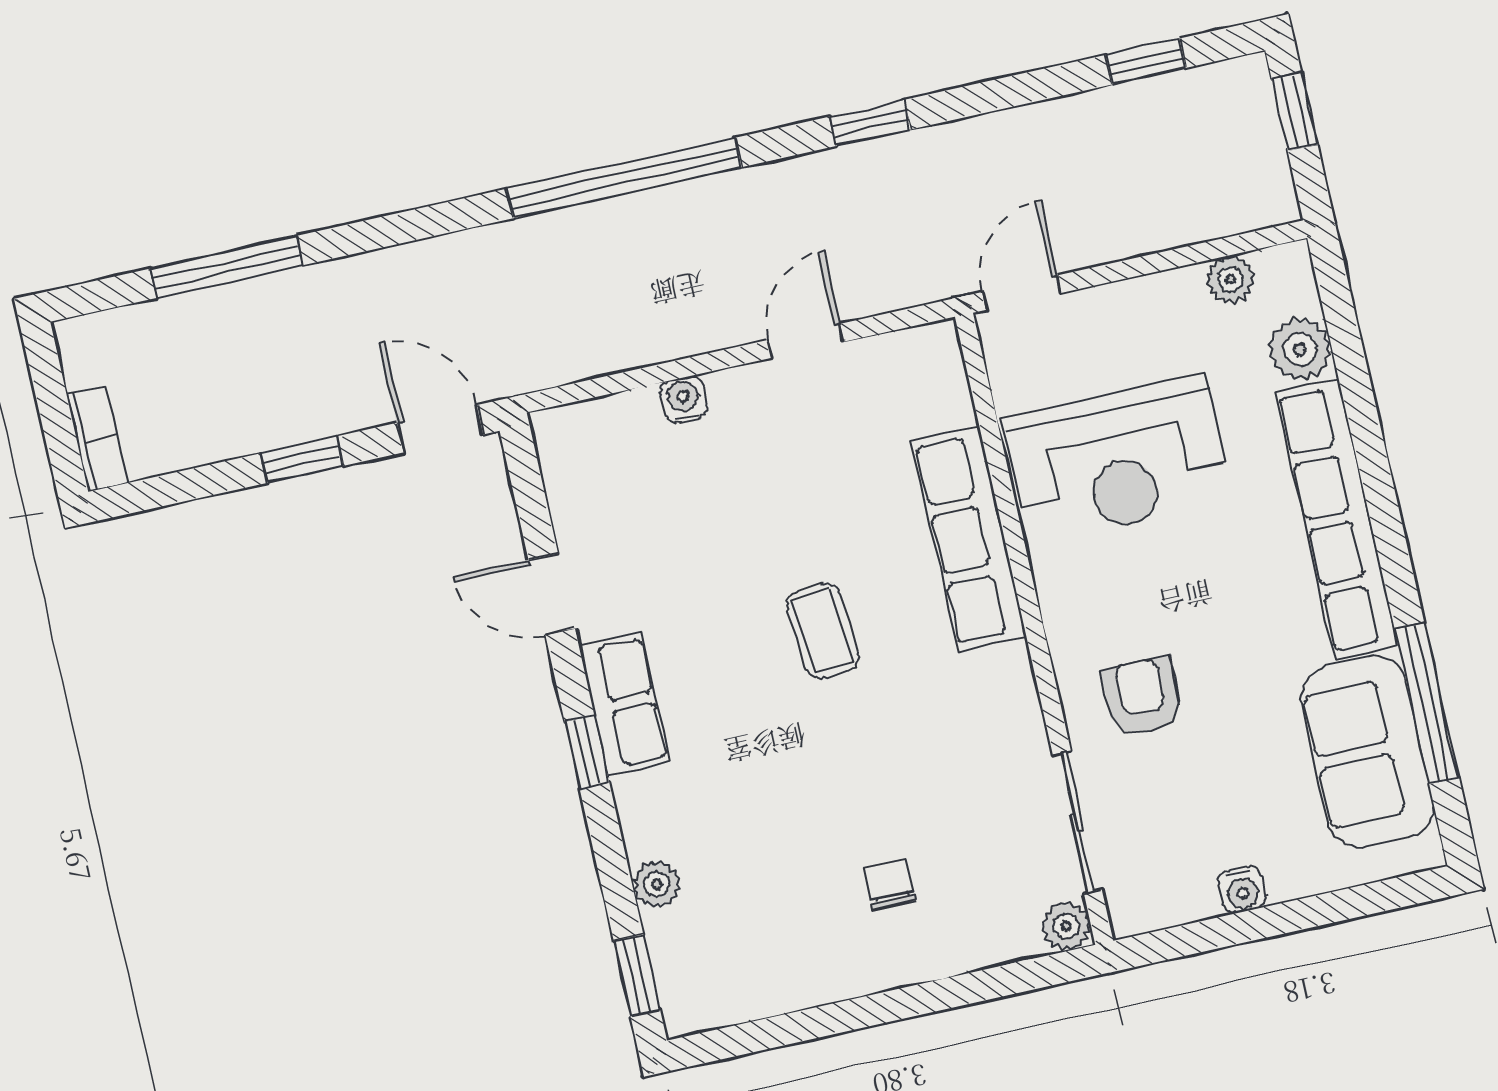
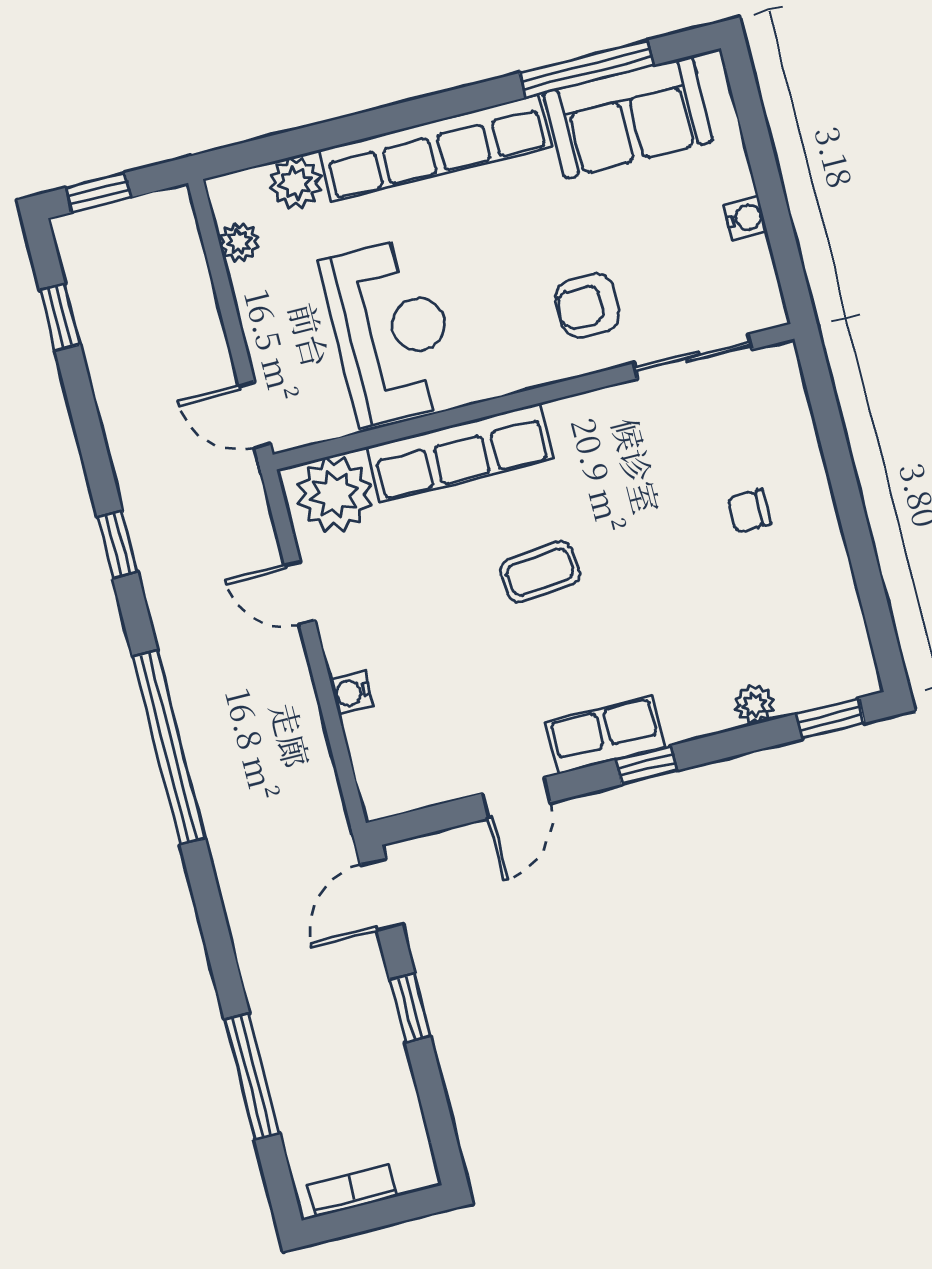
bookcase: (97, 439) -> (352, 1191), moved
plant: (1066, 926) -> (334, 494), moved, width x1.87, depth x1.87

